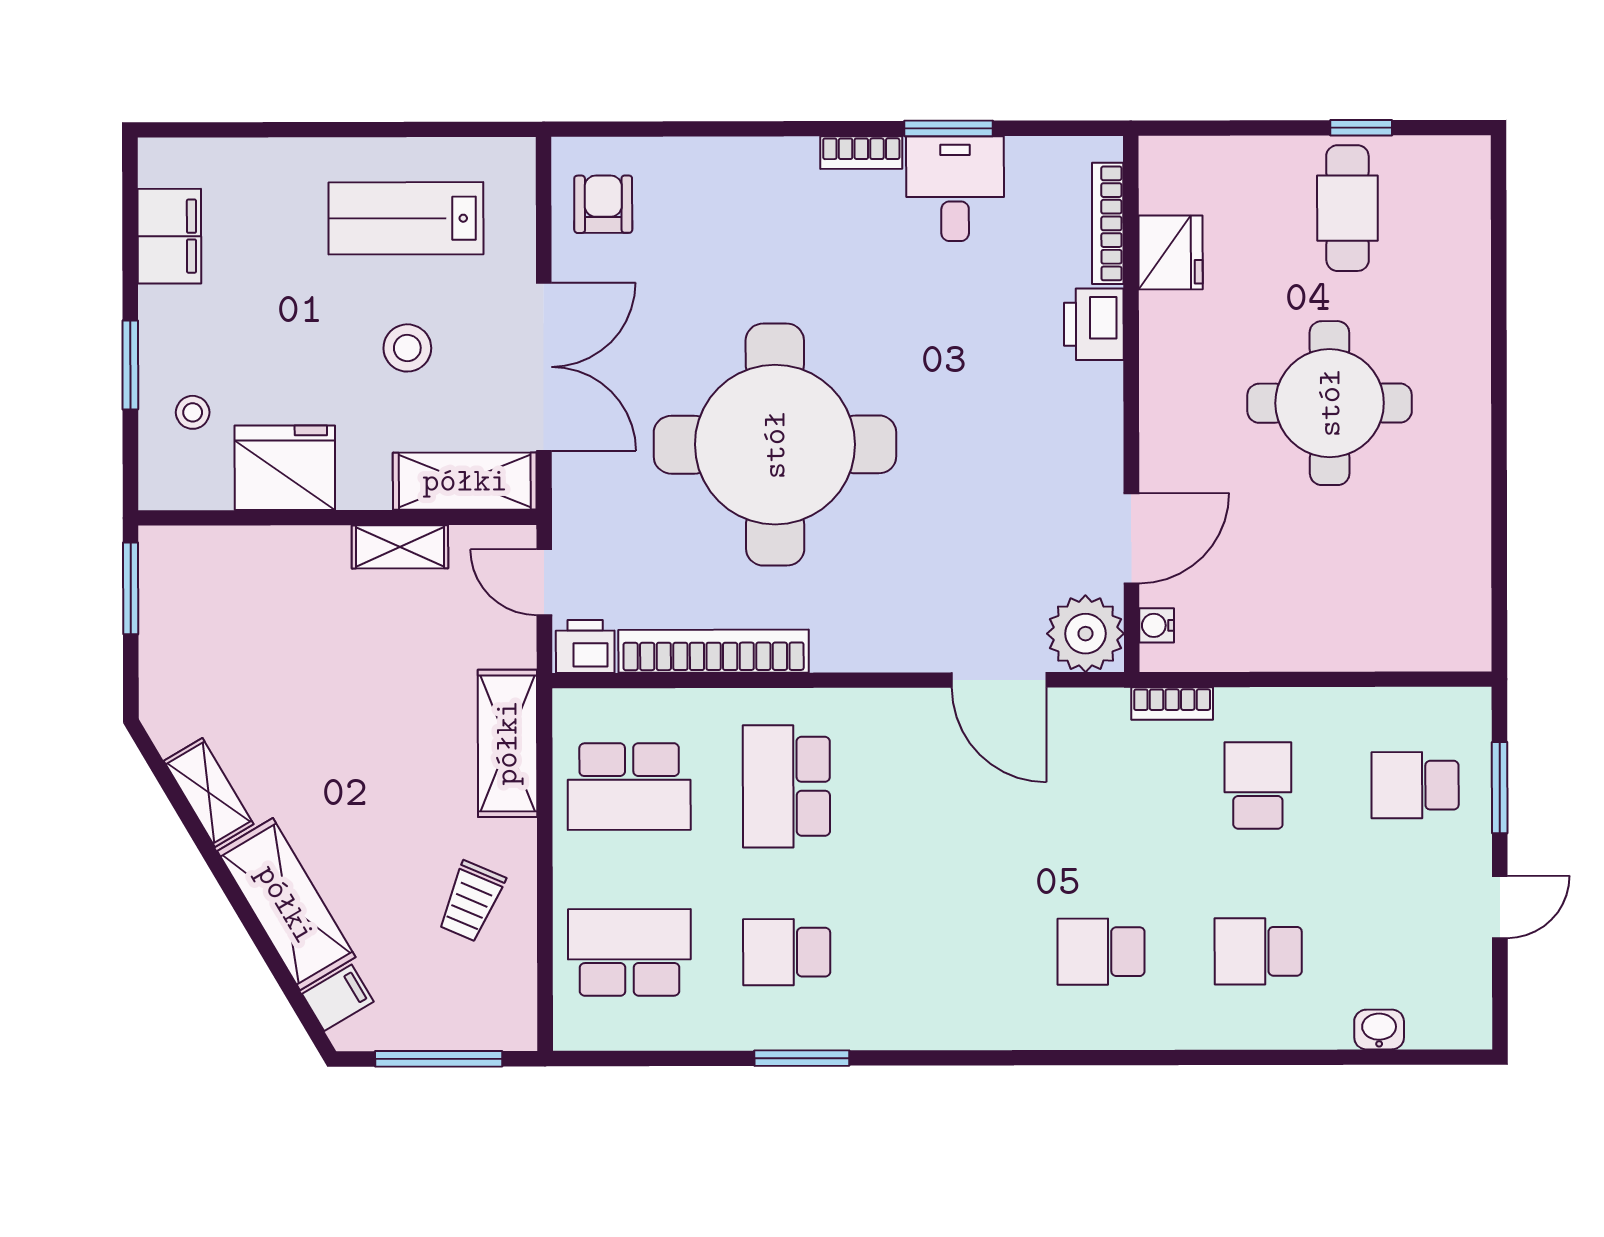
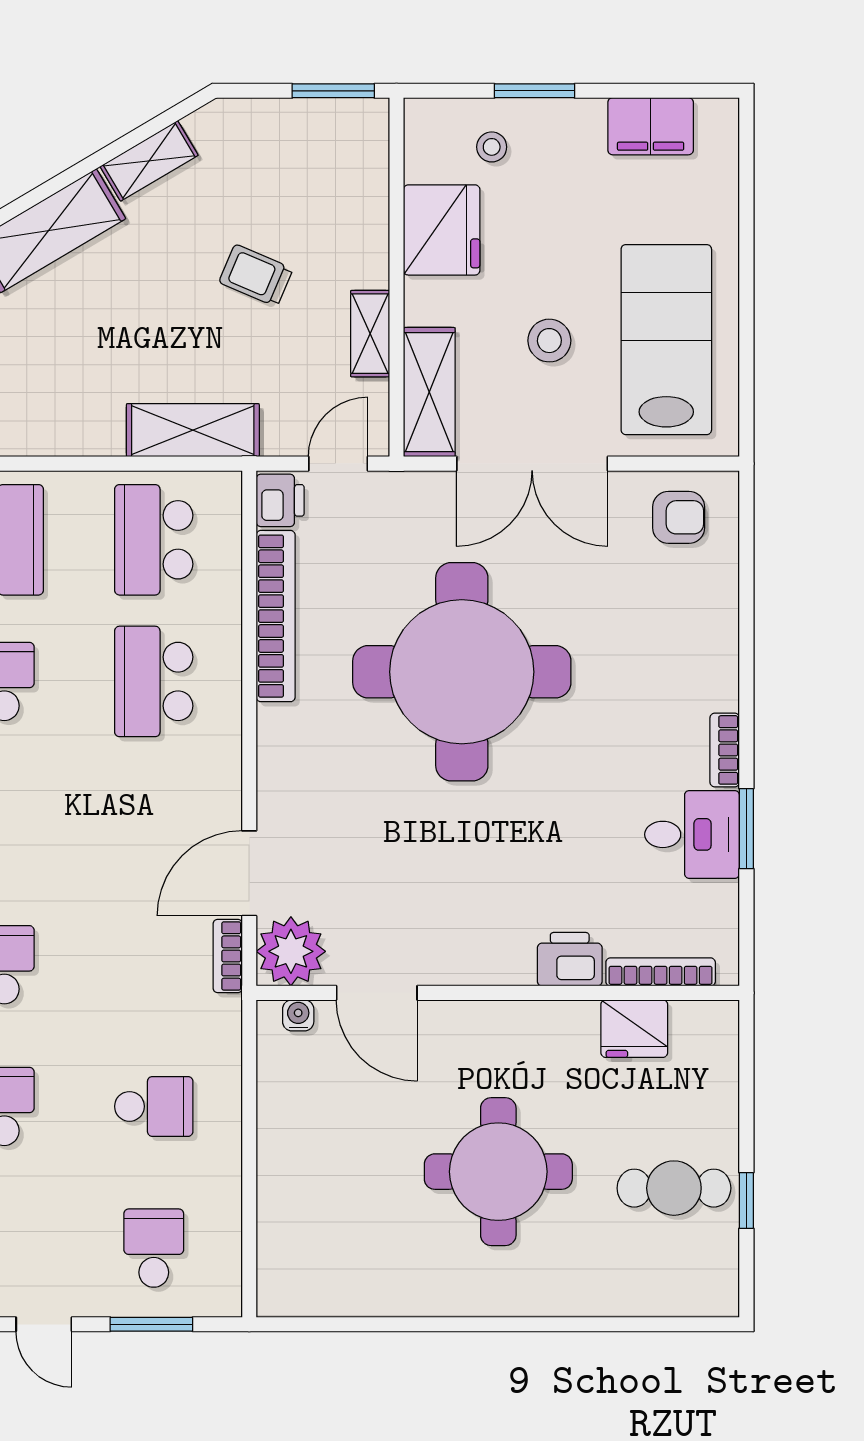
lab bench: (406, 218) -> (666, 340), width x1.36, depth x1.39
bookcase: (1172, 704) -> (228, 956), moved
school desk: (786, 786) -> (154, 681), turned -90
trolley: (471, 901) -> (256, 275), moved

